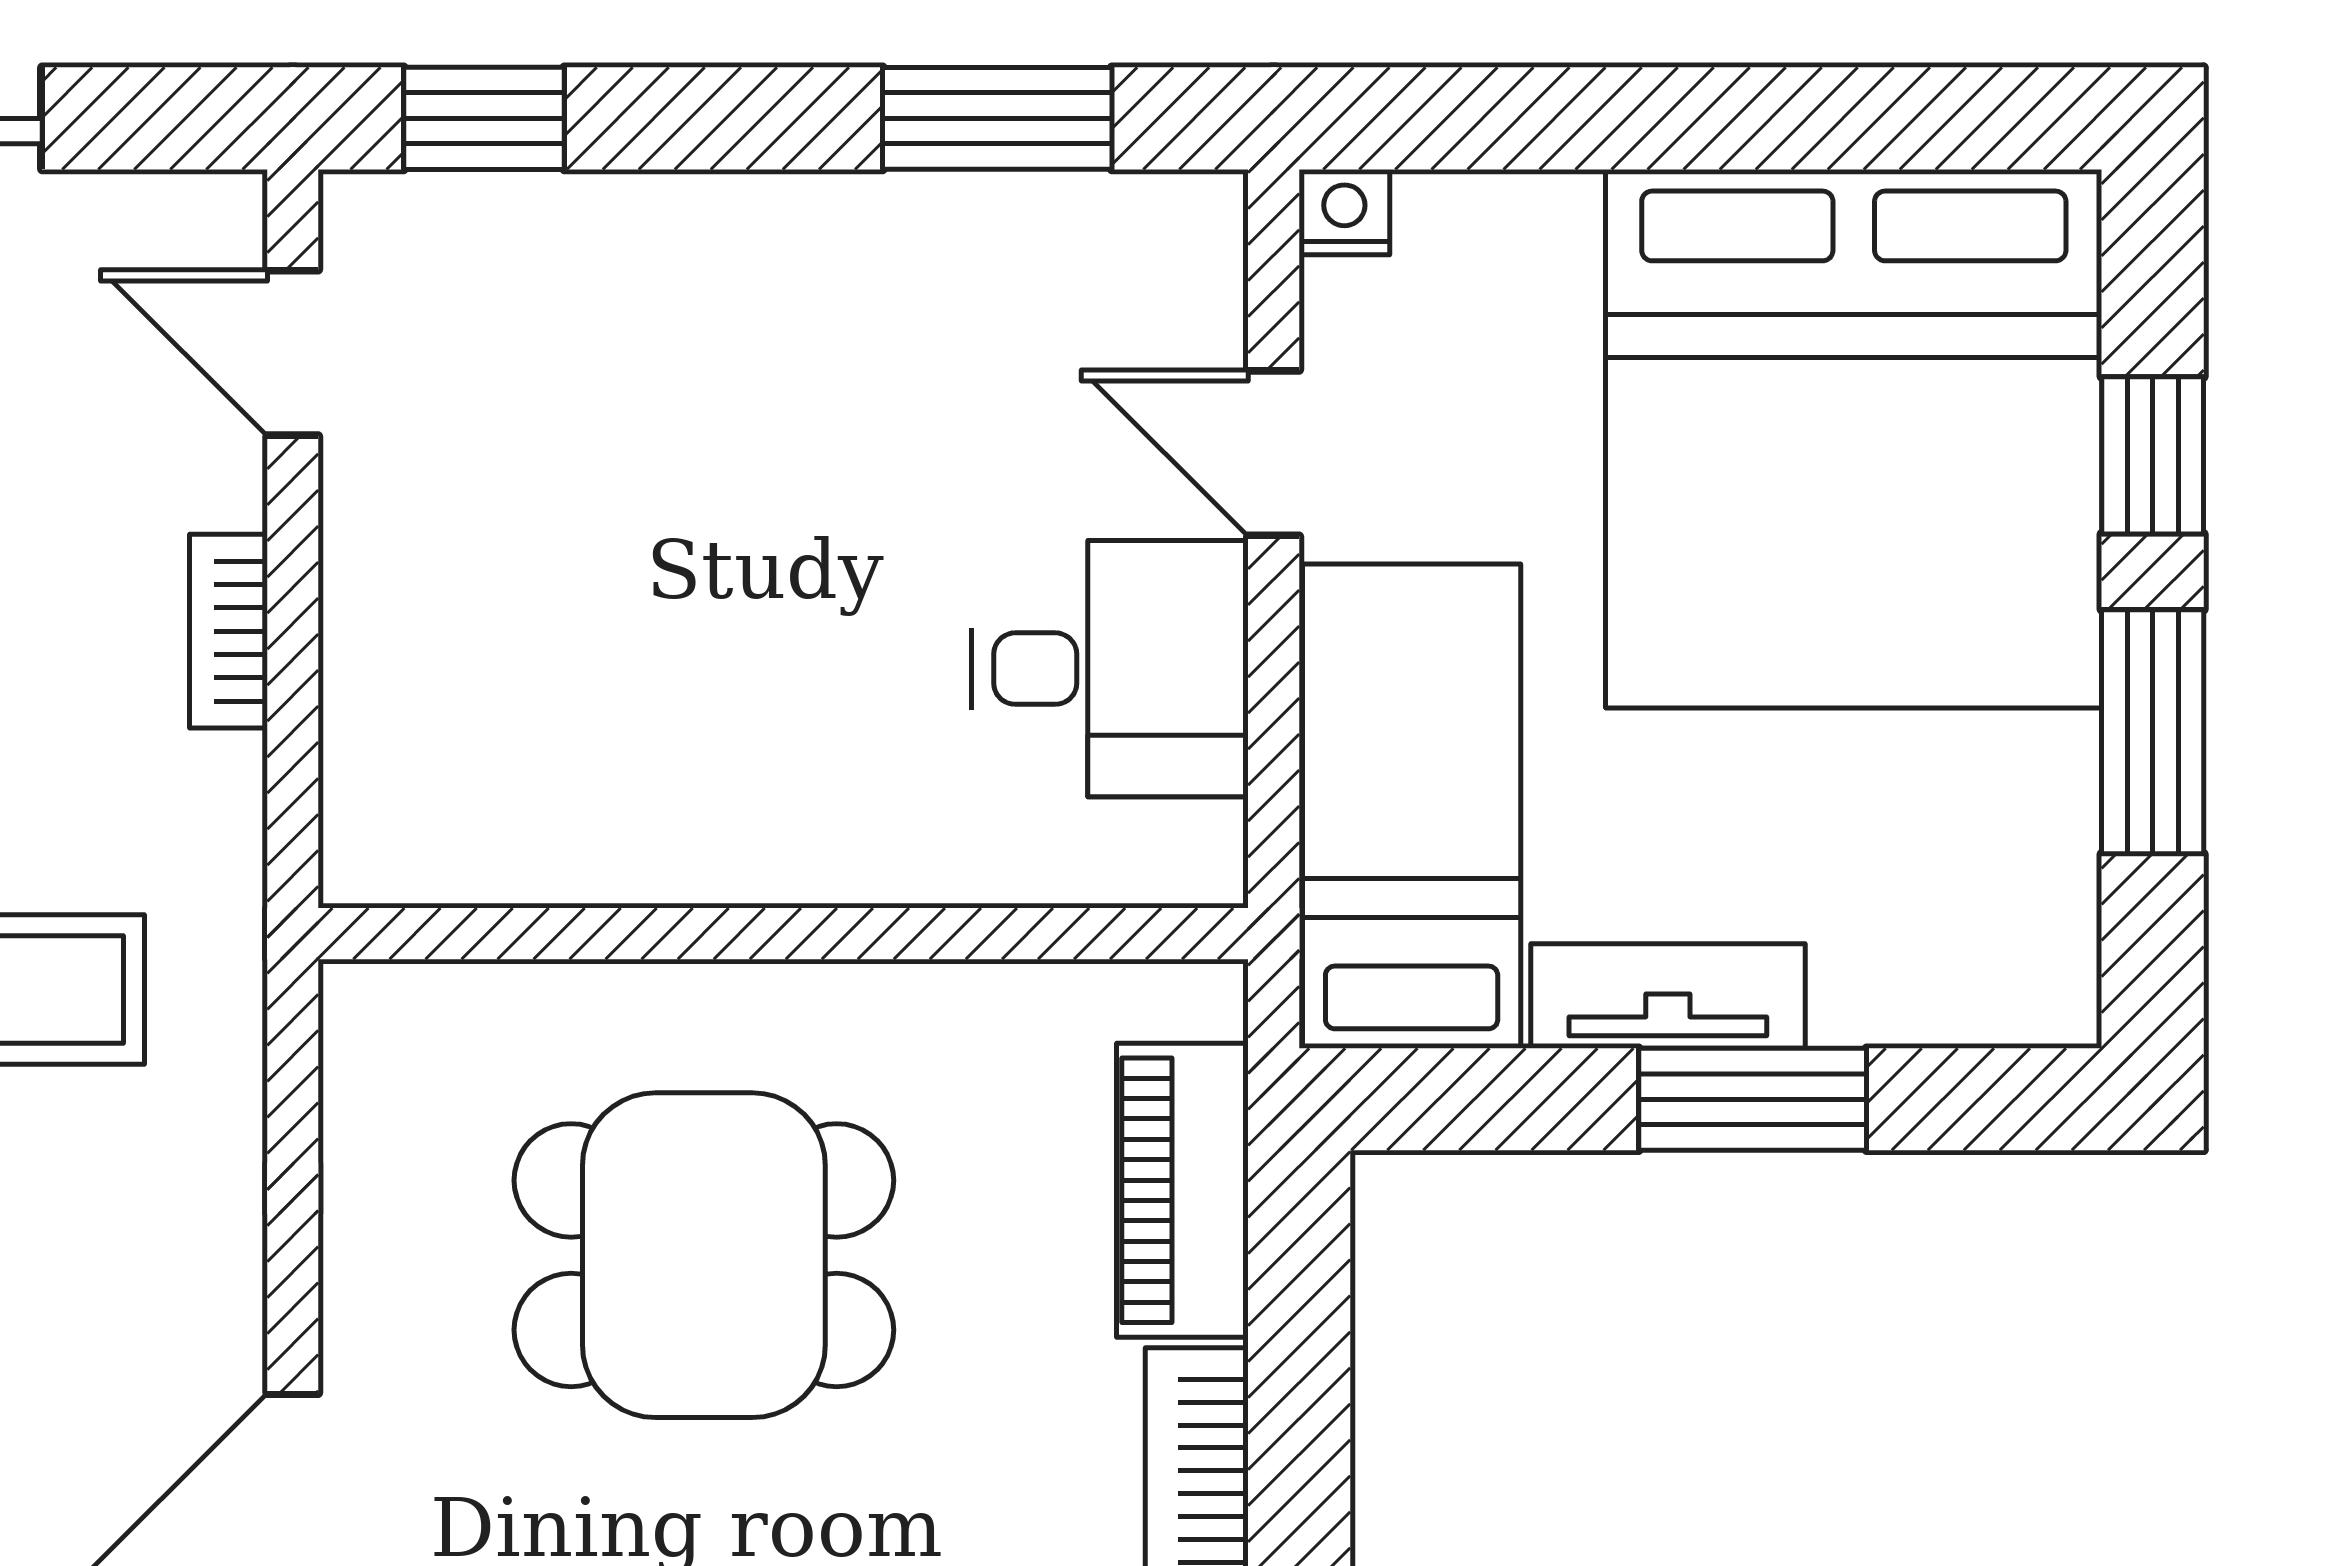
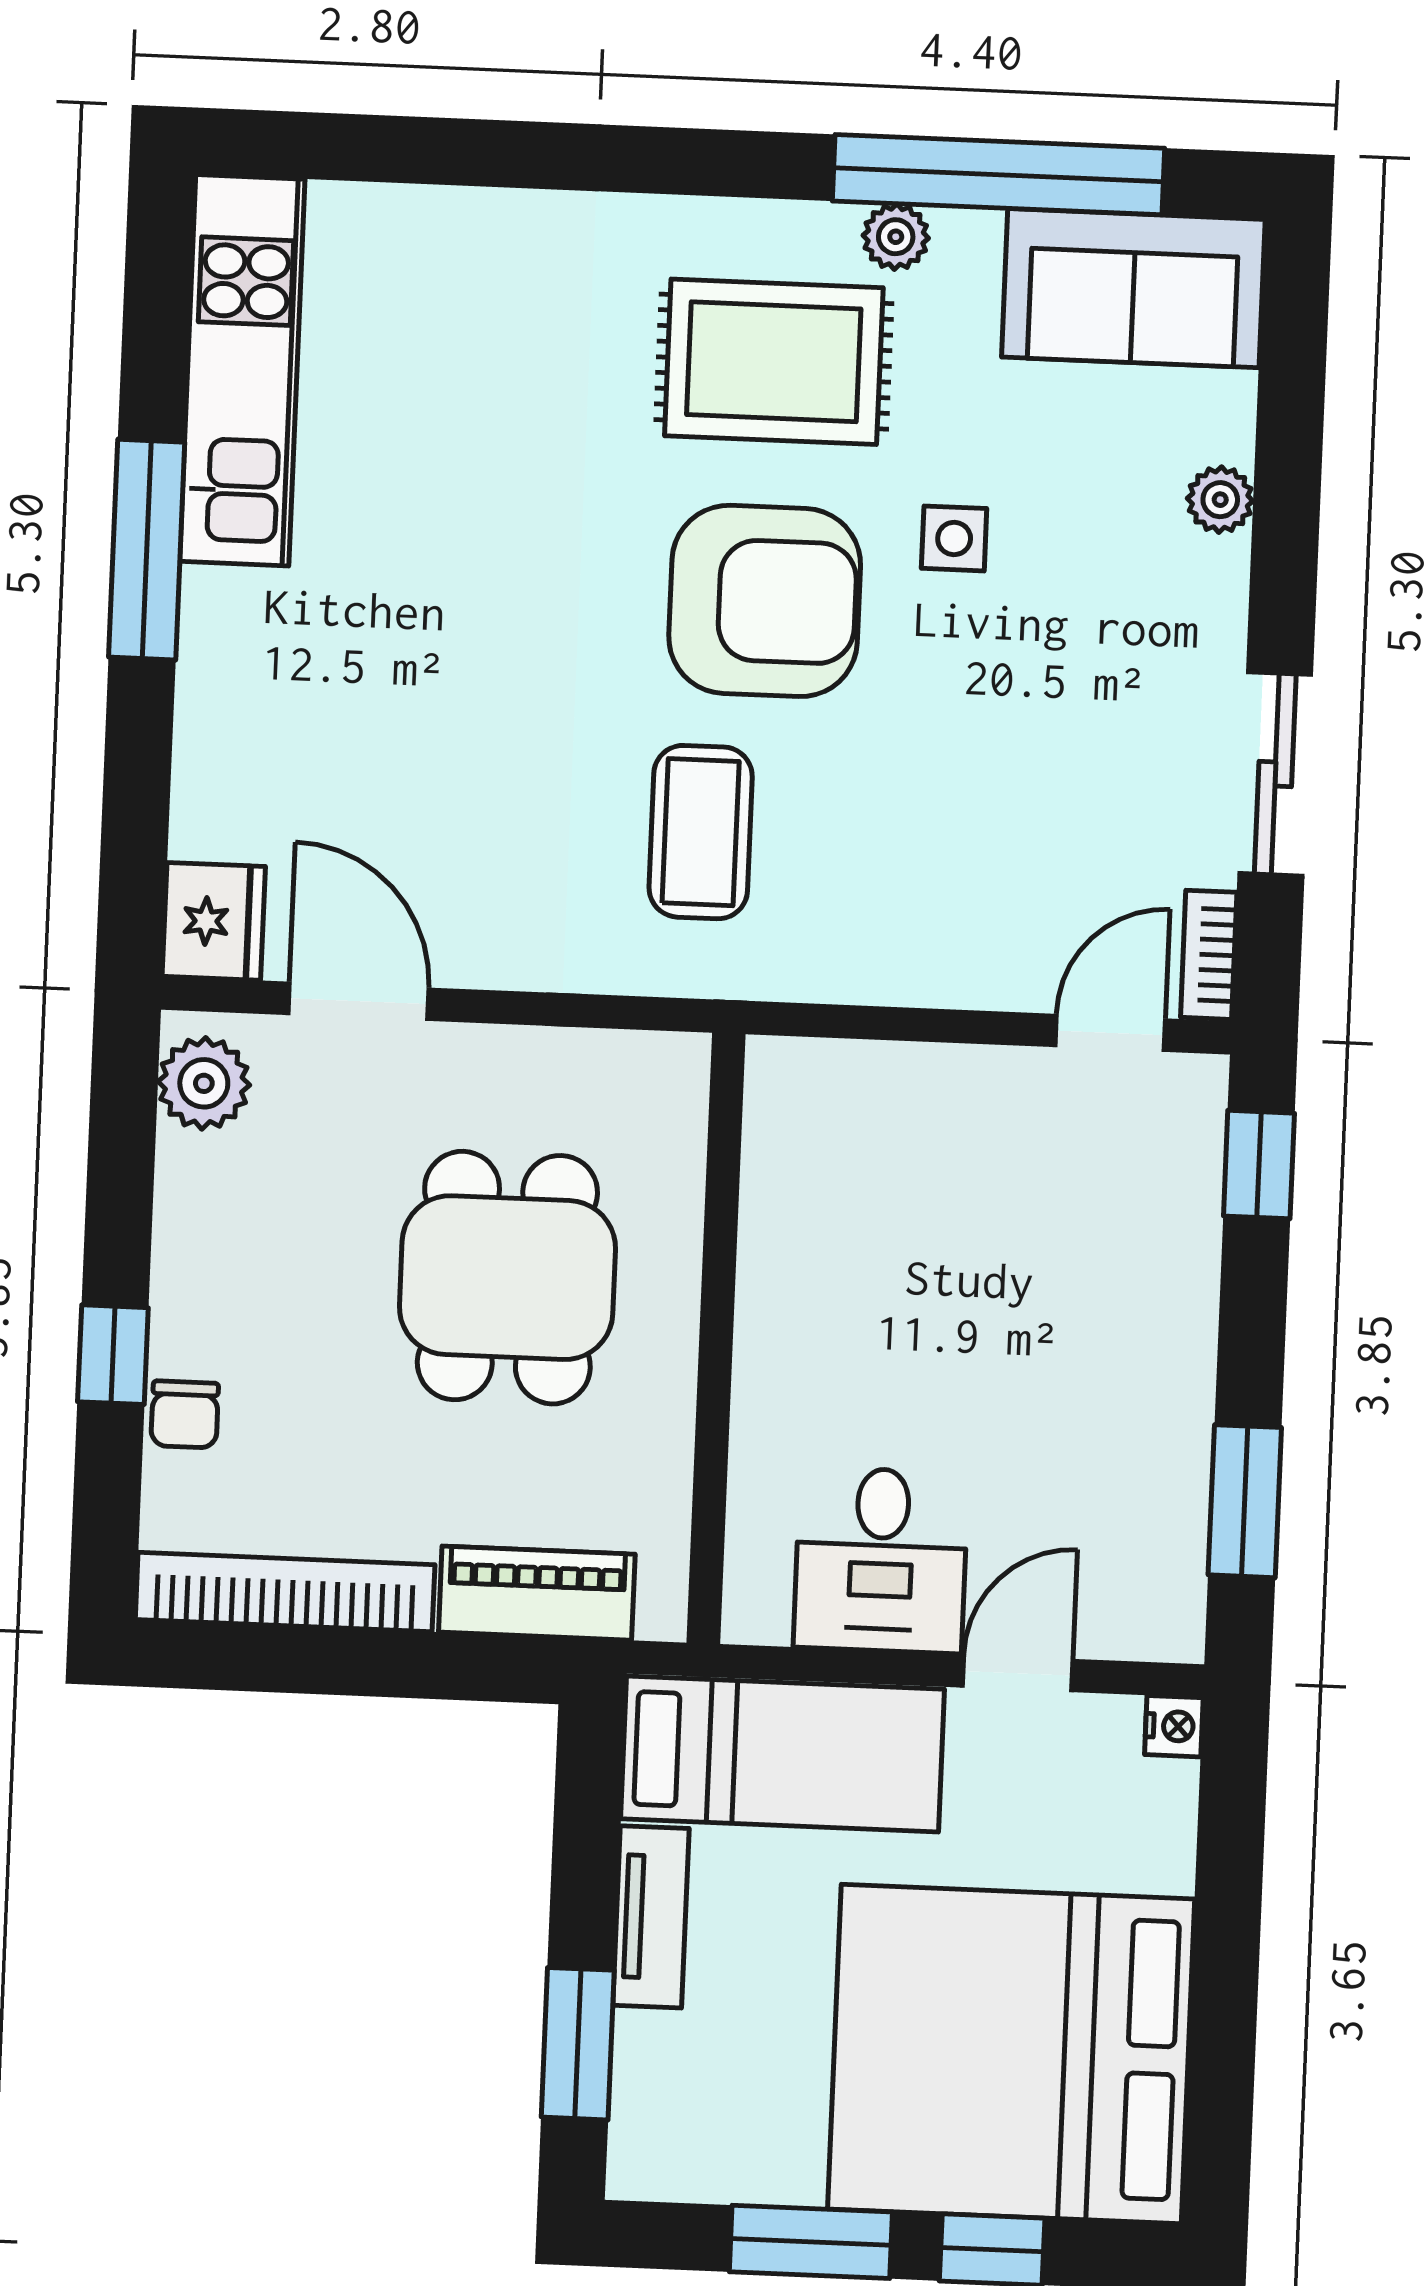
bookcase: (228, 631) -> (1209, 955), moved, turned -90
window: (1753, 1099) -> (578, 2044), moved

